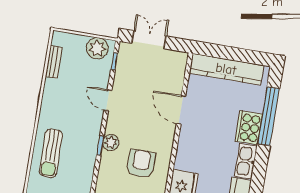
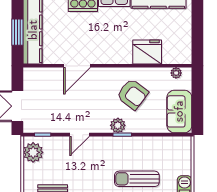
window: (227, 53) -> (17, 32), added
sun lounger: (51, 153) -> (137, 179), turned 180
armchair: (141, 164) -> (133, 94), turned -143

